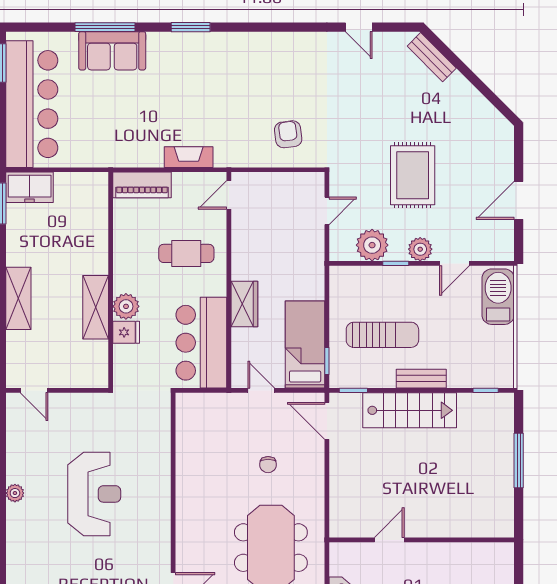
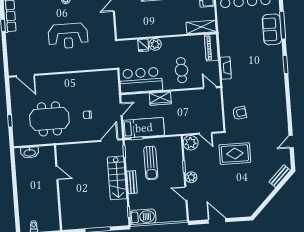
rug: (413, 175) -> (235, 154), moved
plant: (372, 245) -> (191, 143), moved
barbecue: (498, 297) -> (143, 217), moved
shelving: (96, 307) -> (201, 27), moved

